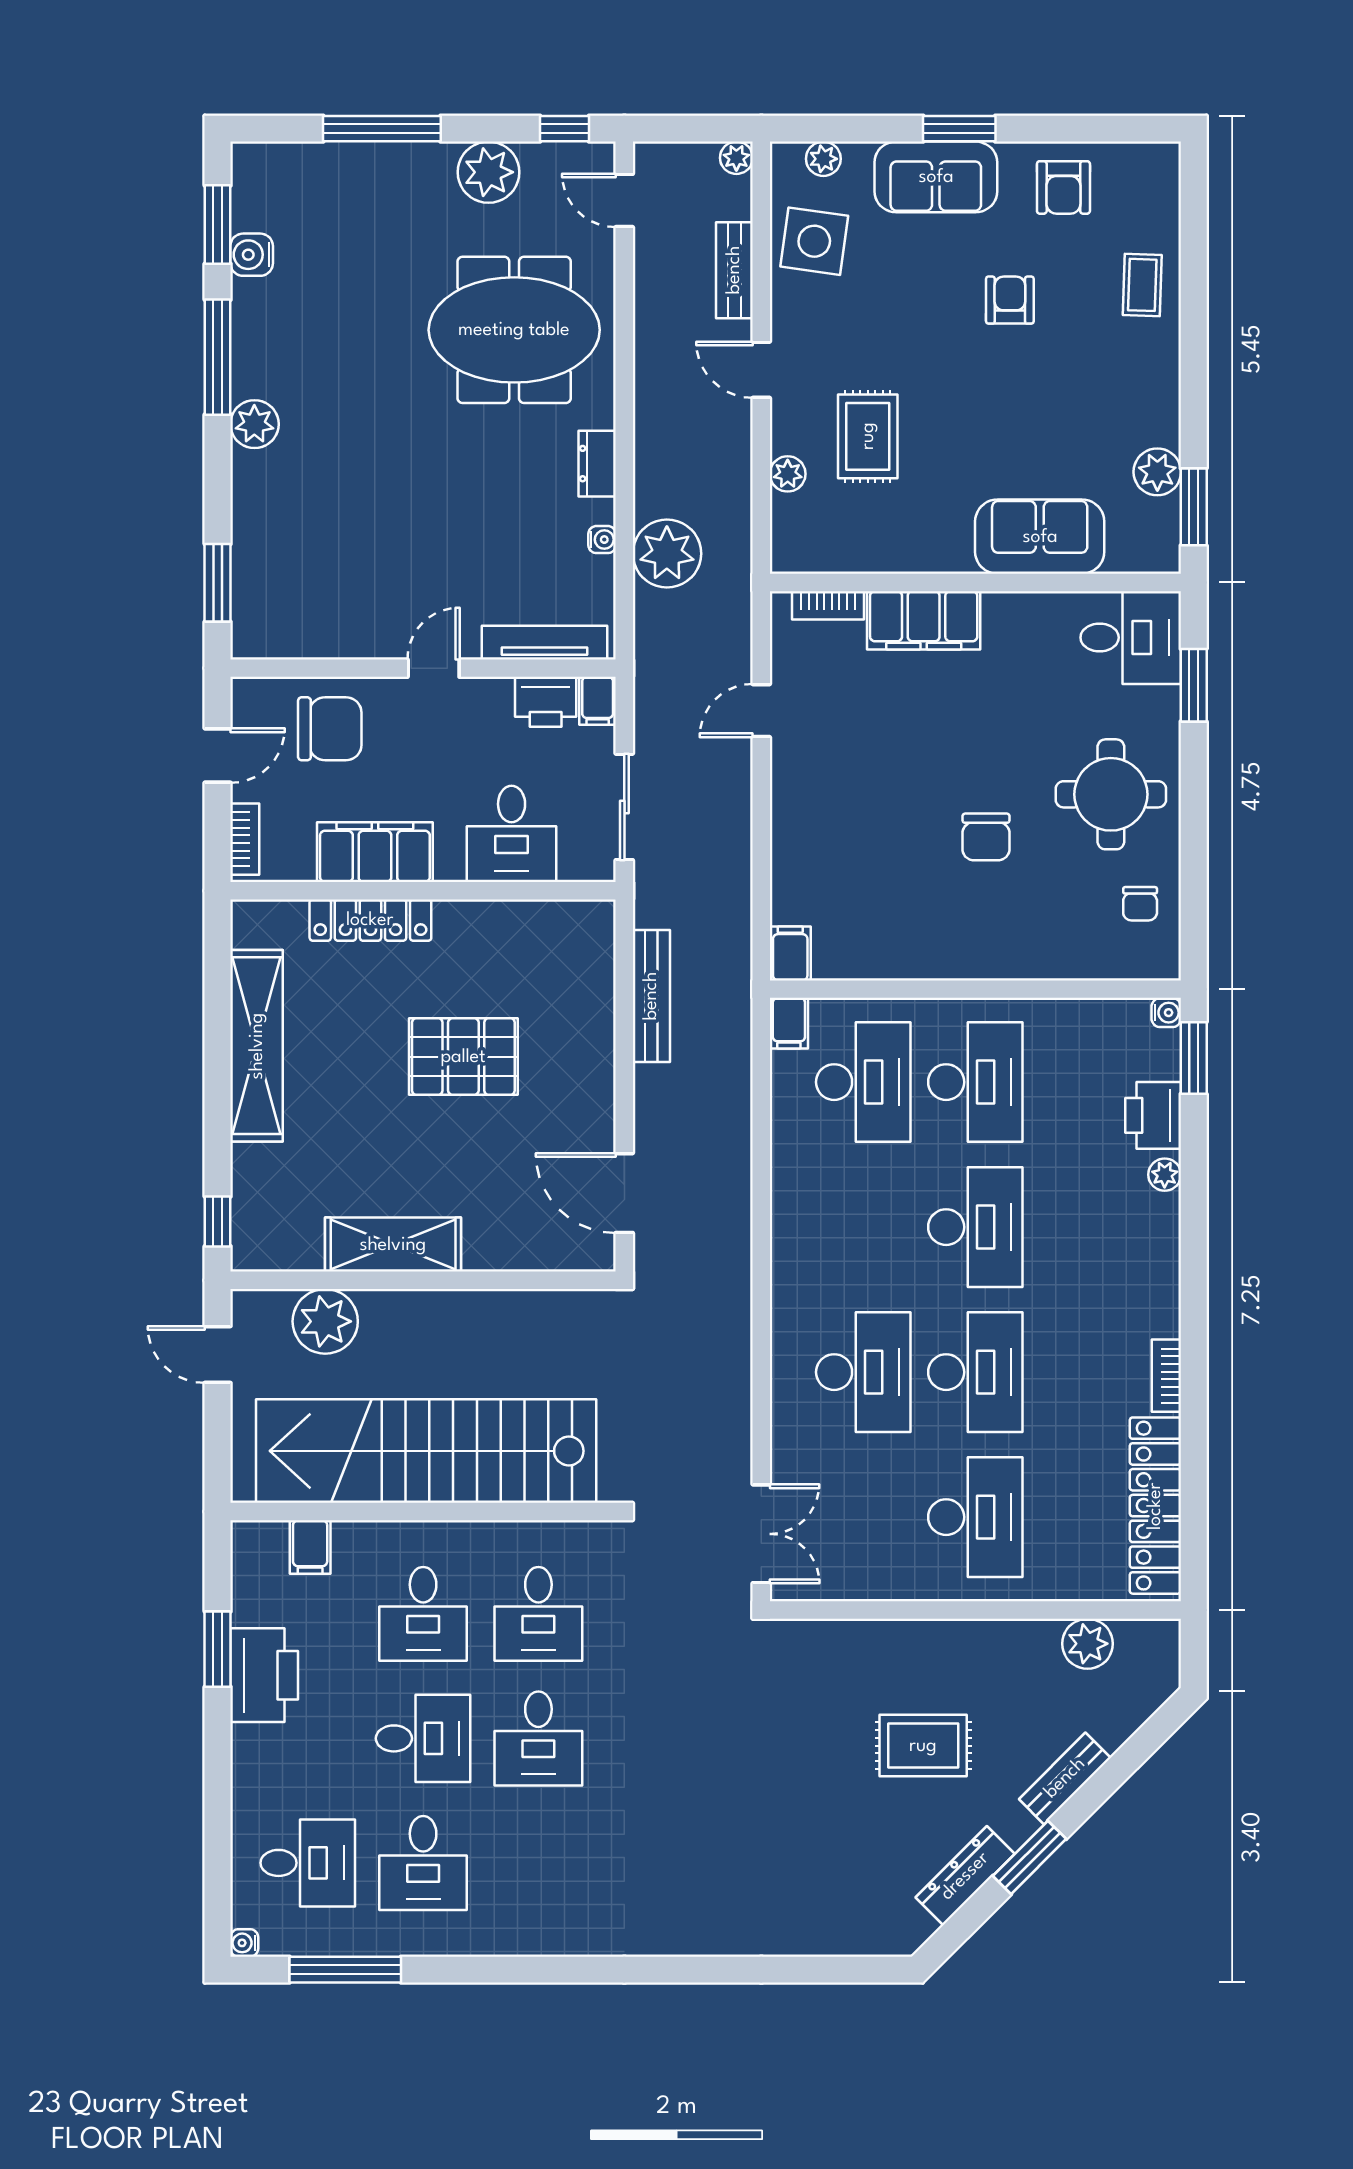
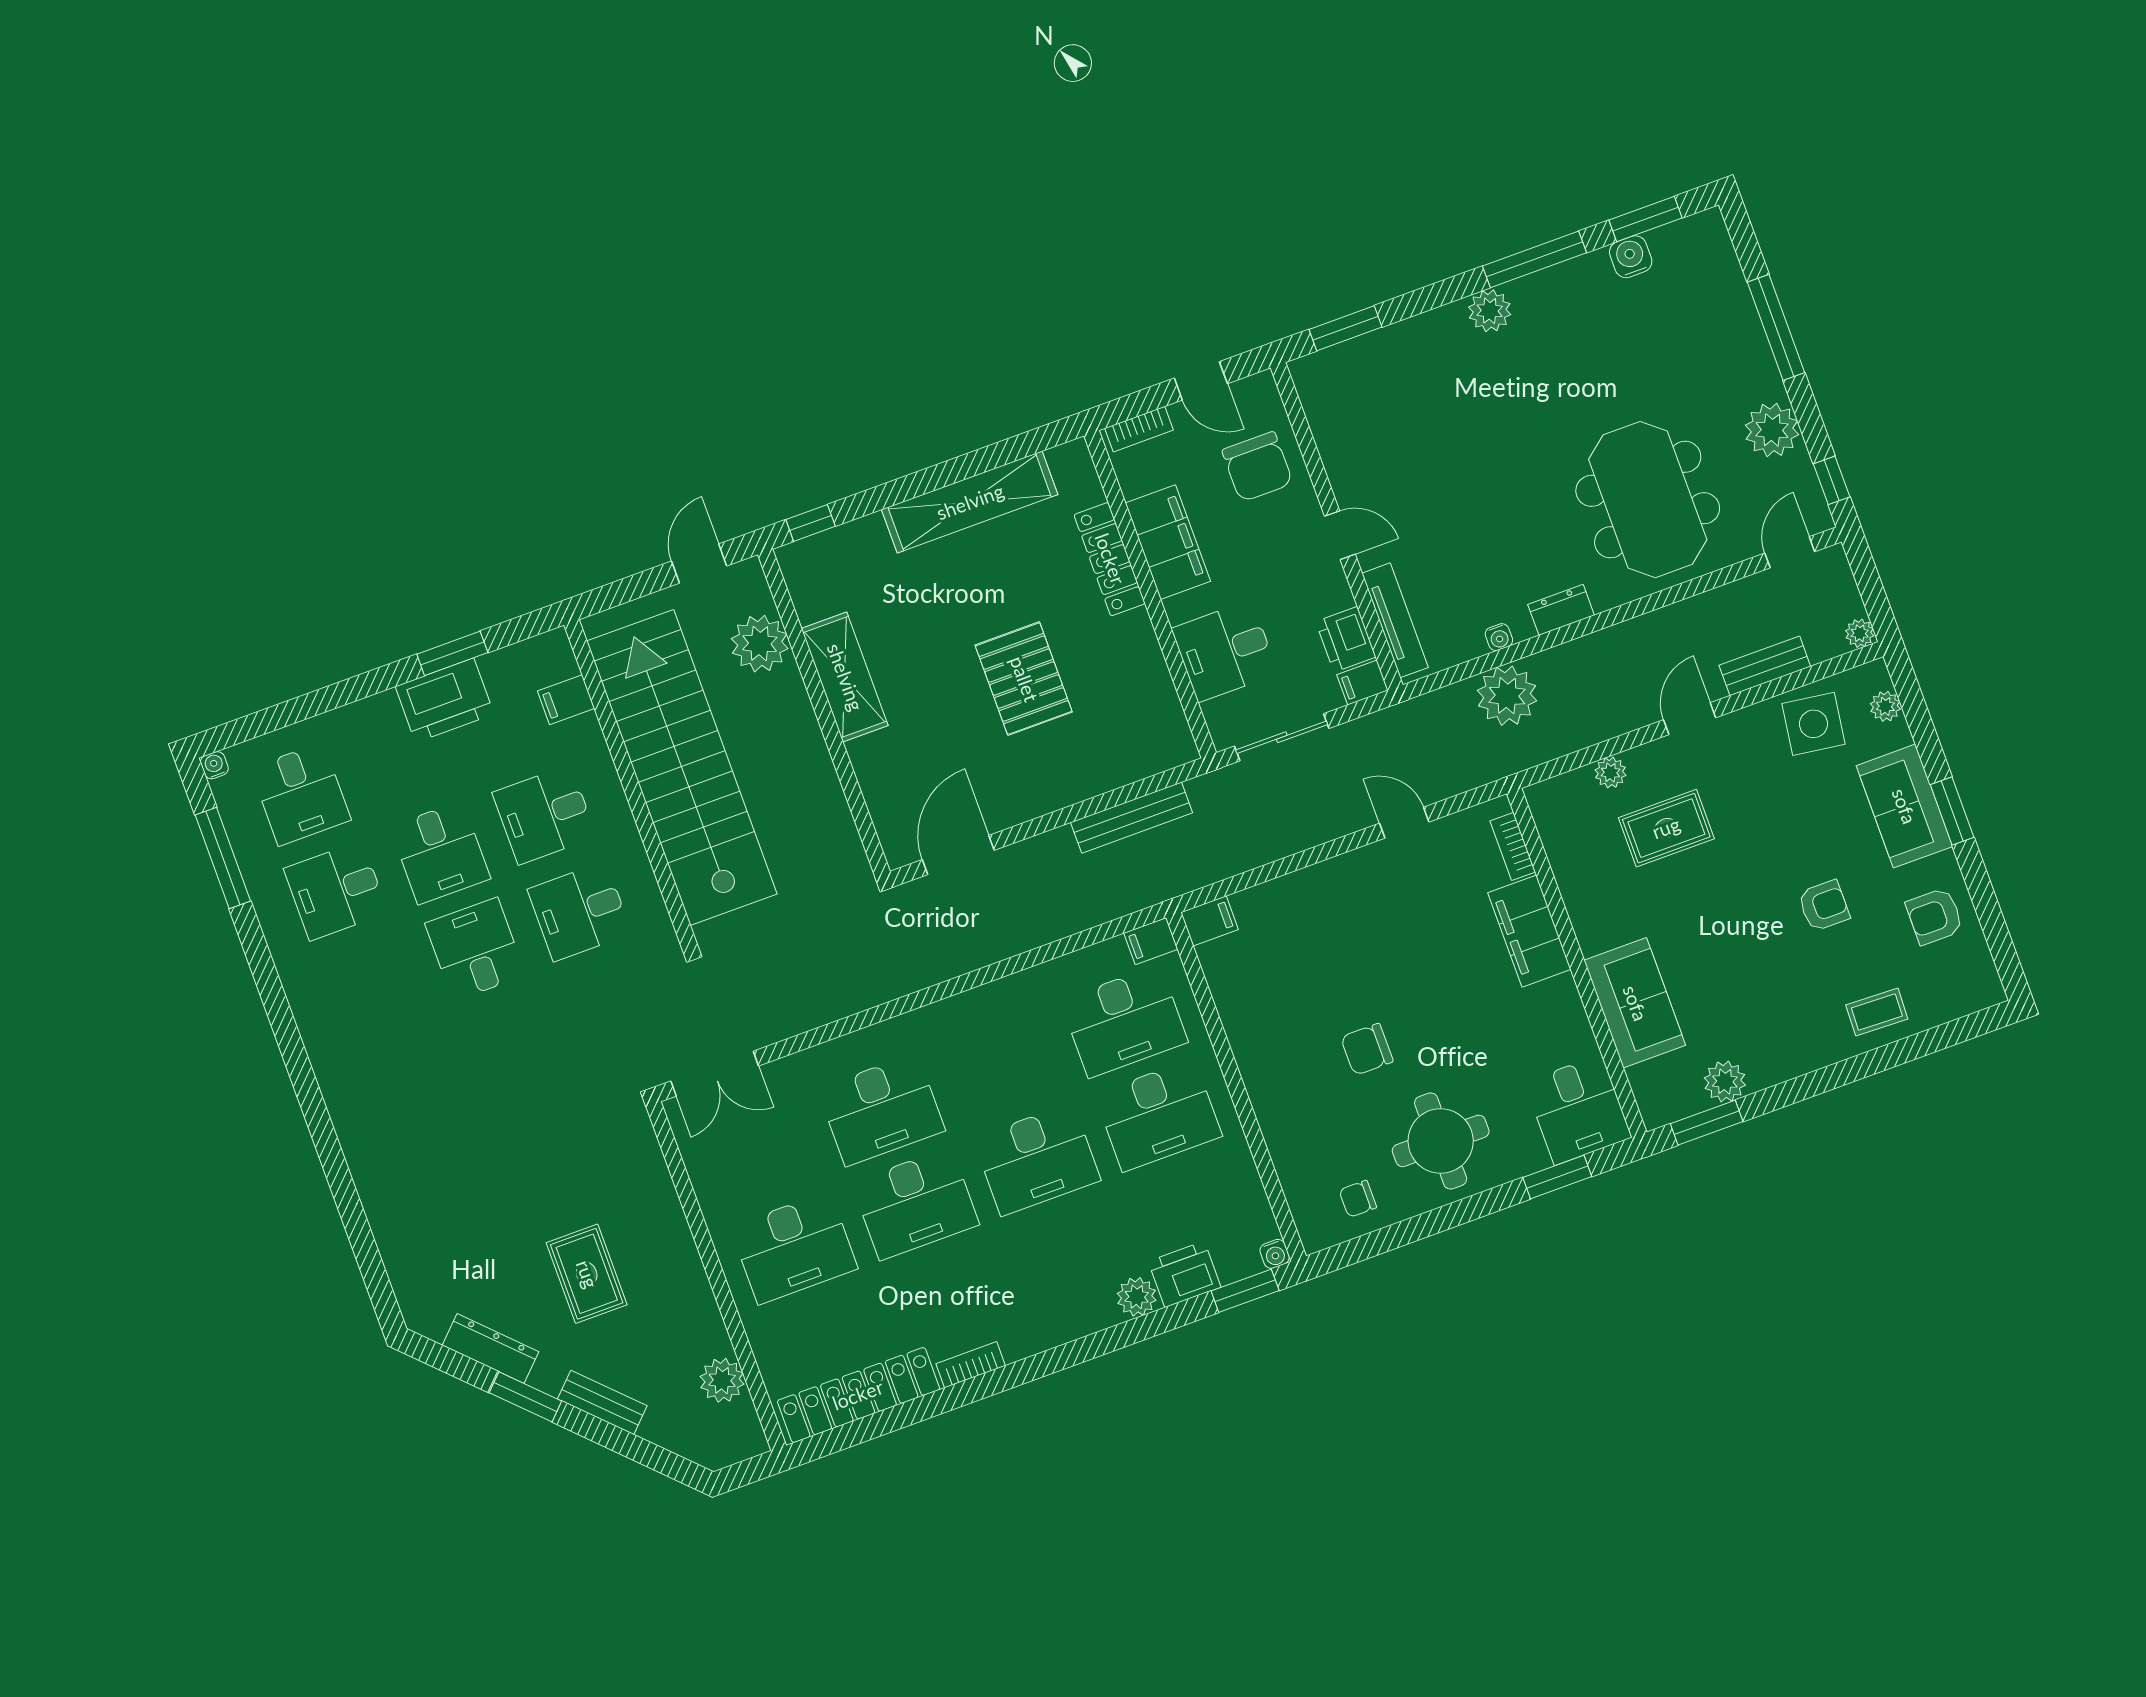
plant: (1165, 1175) -> (1137, 1297), width x1.38, depth x1.38
desk: (538, 1738) -> (475, 949), turned 90

